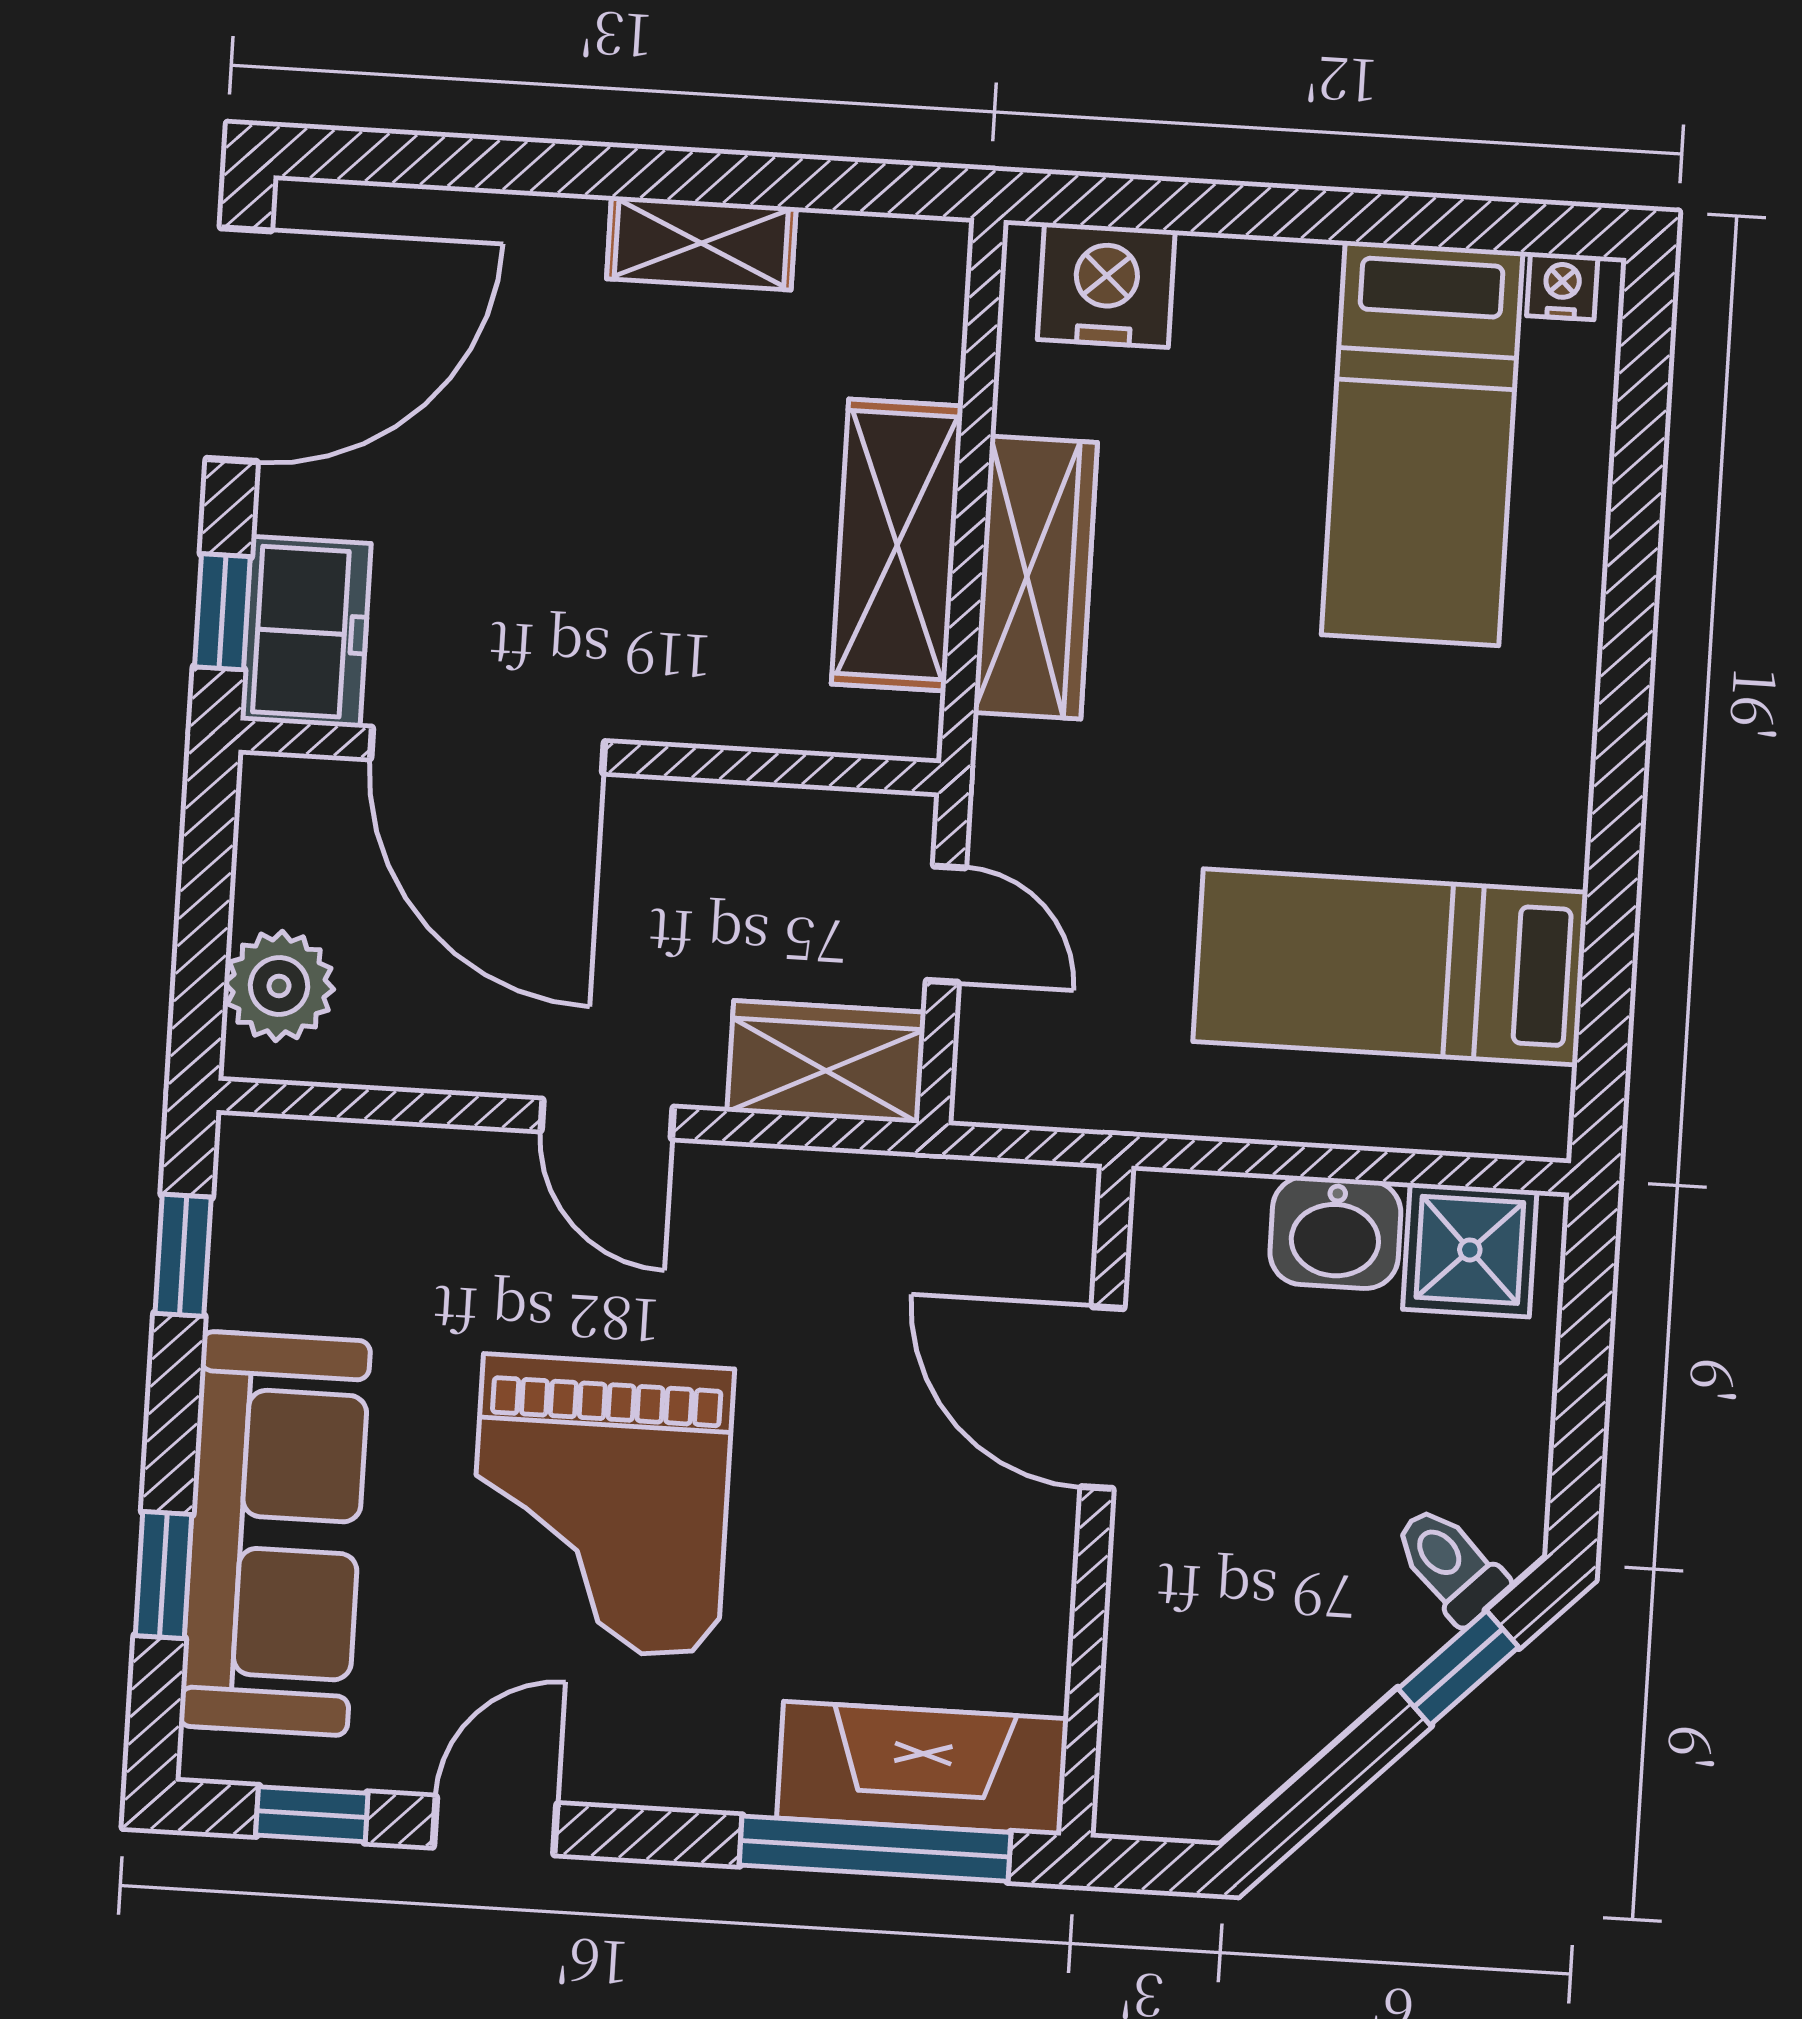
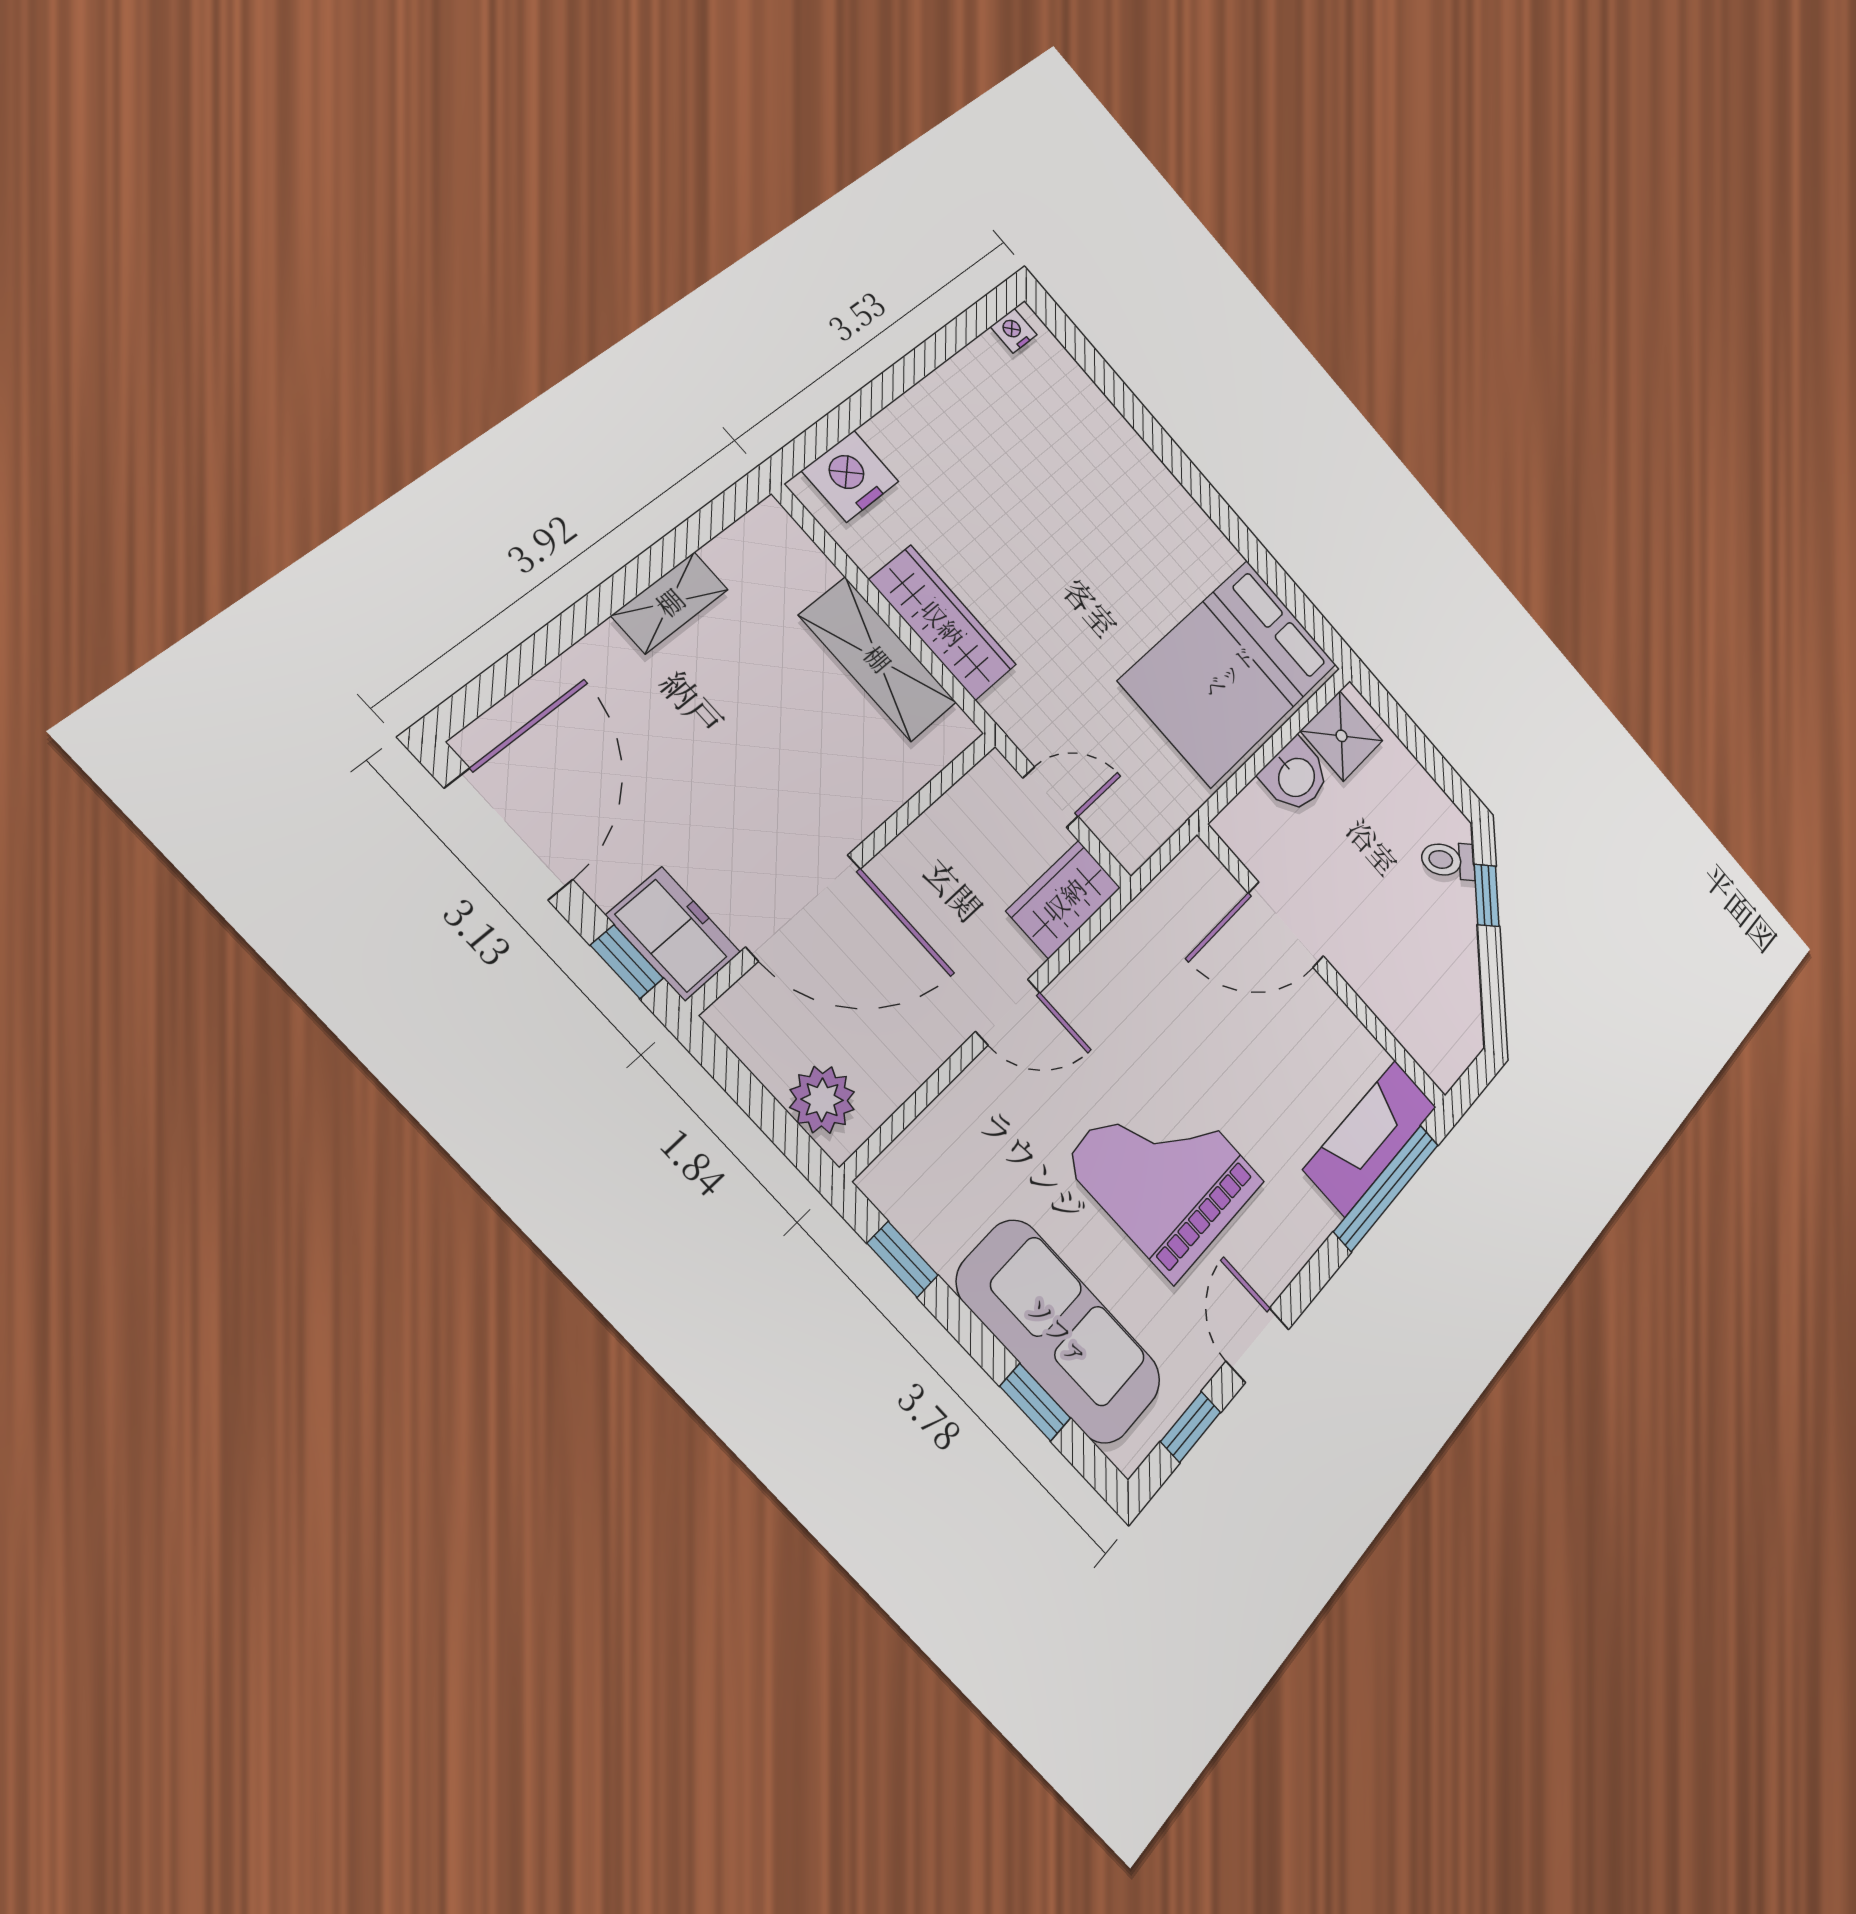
bed: (1422, 443) -> (1026, 437), removed
bed: (1390, 967) -> (1229, 672), width x1.50
grand piano: (600, 1506) -> (1164, 1172), turned 180

